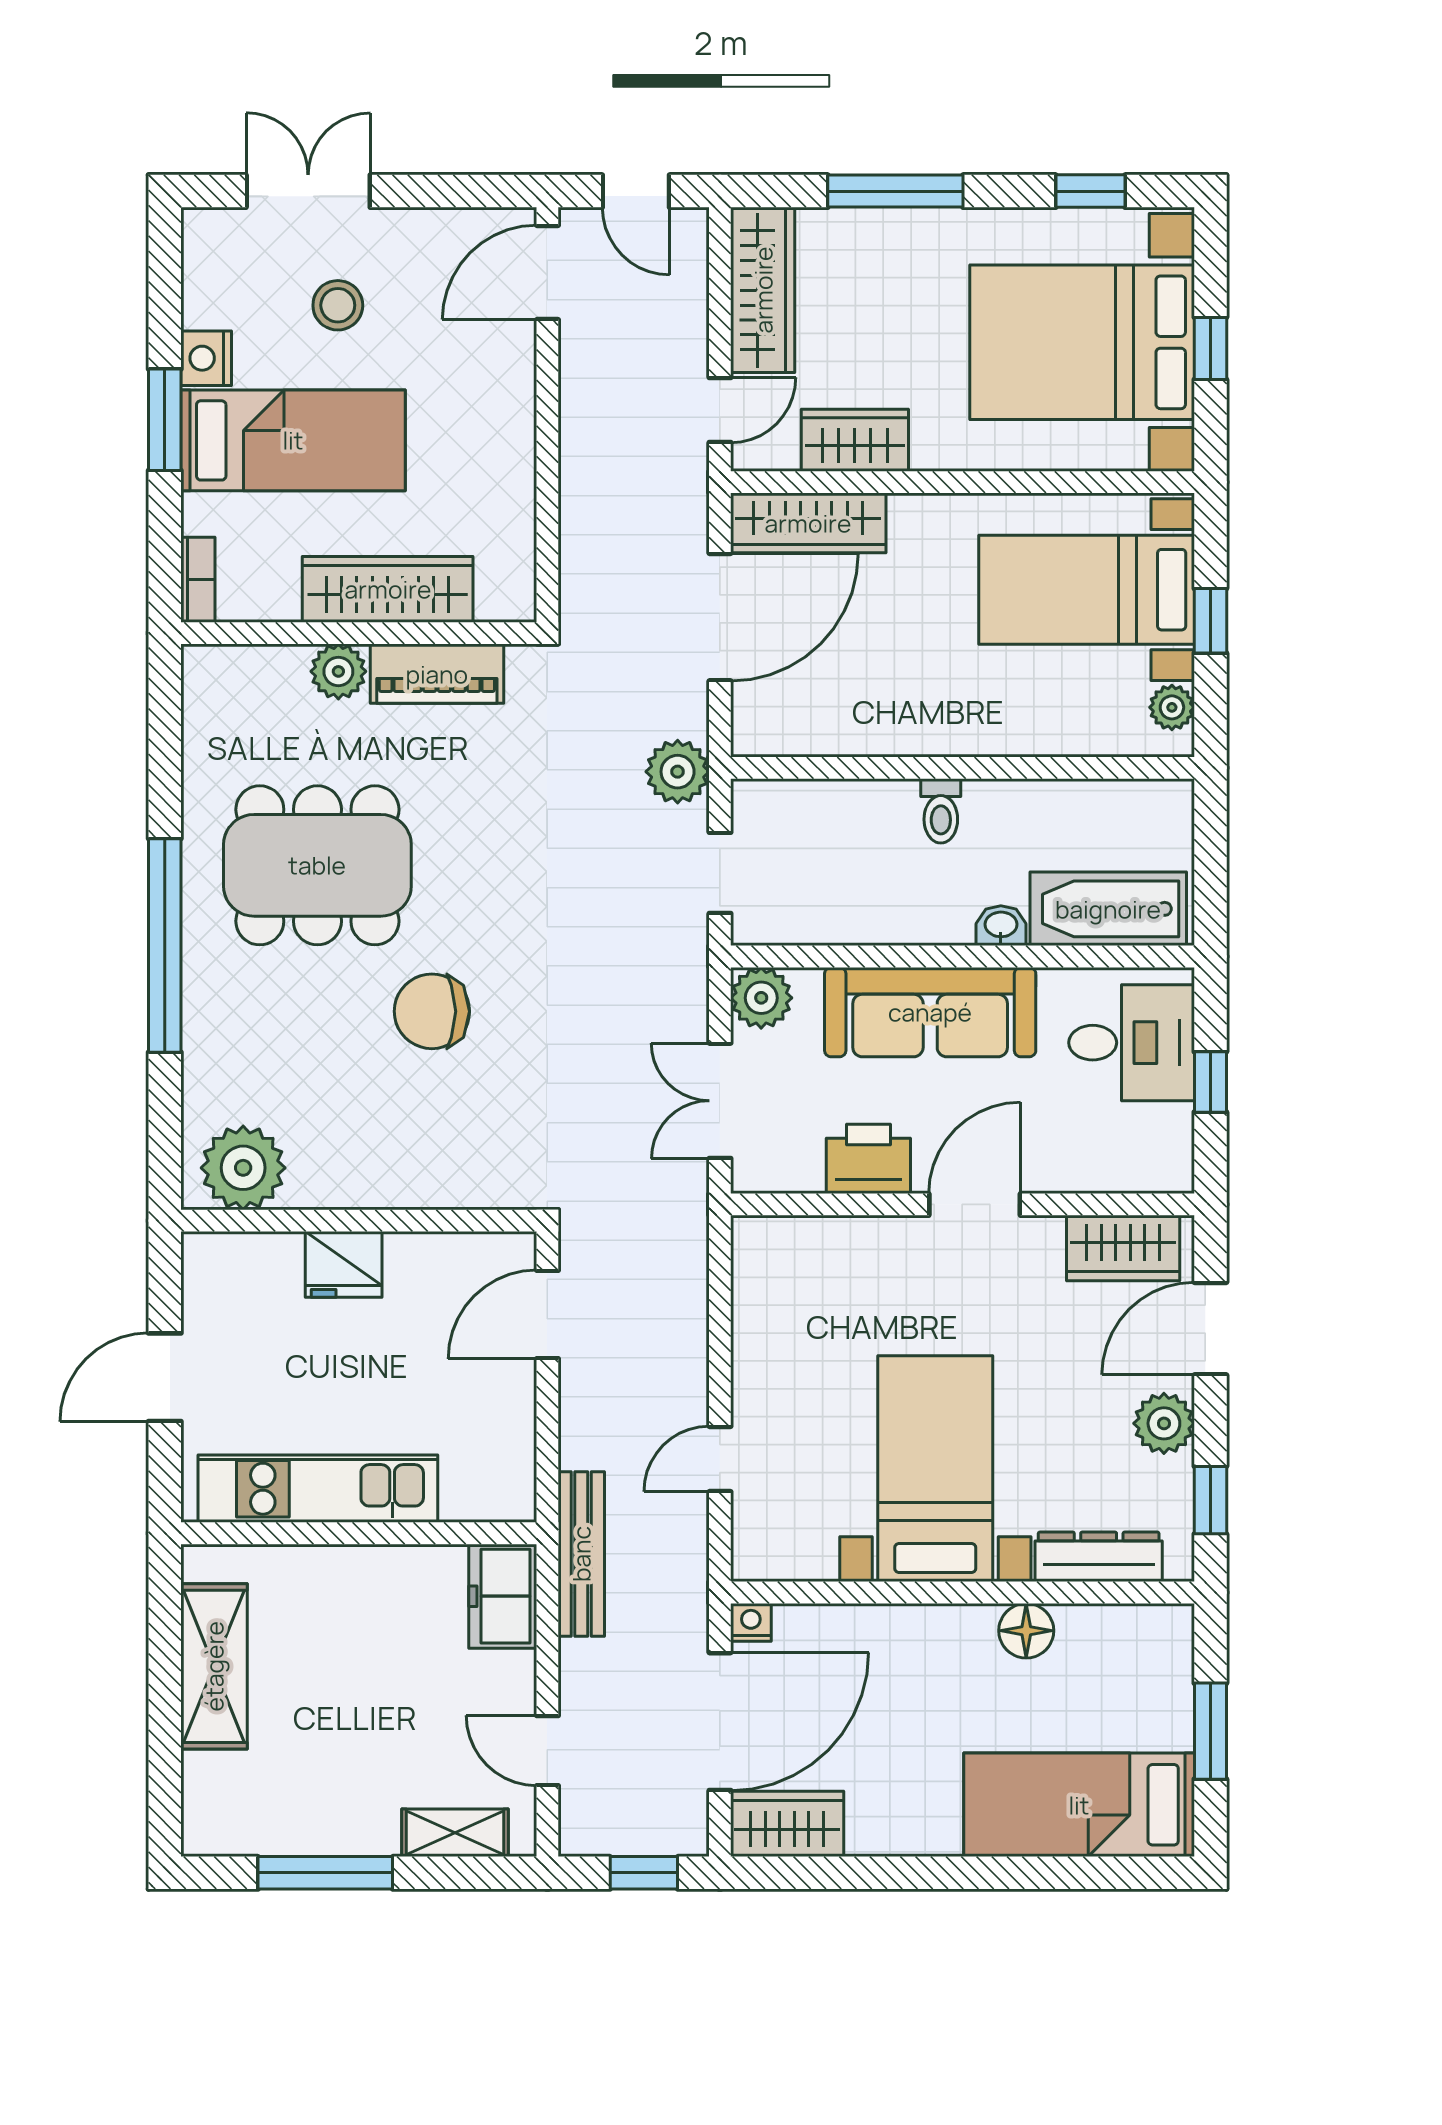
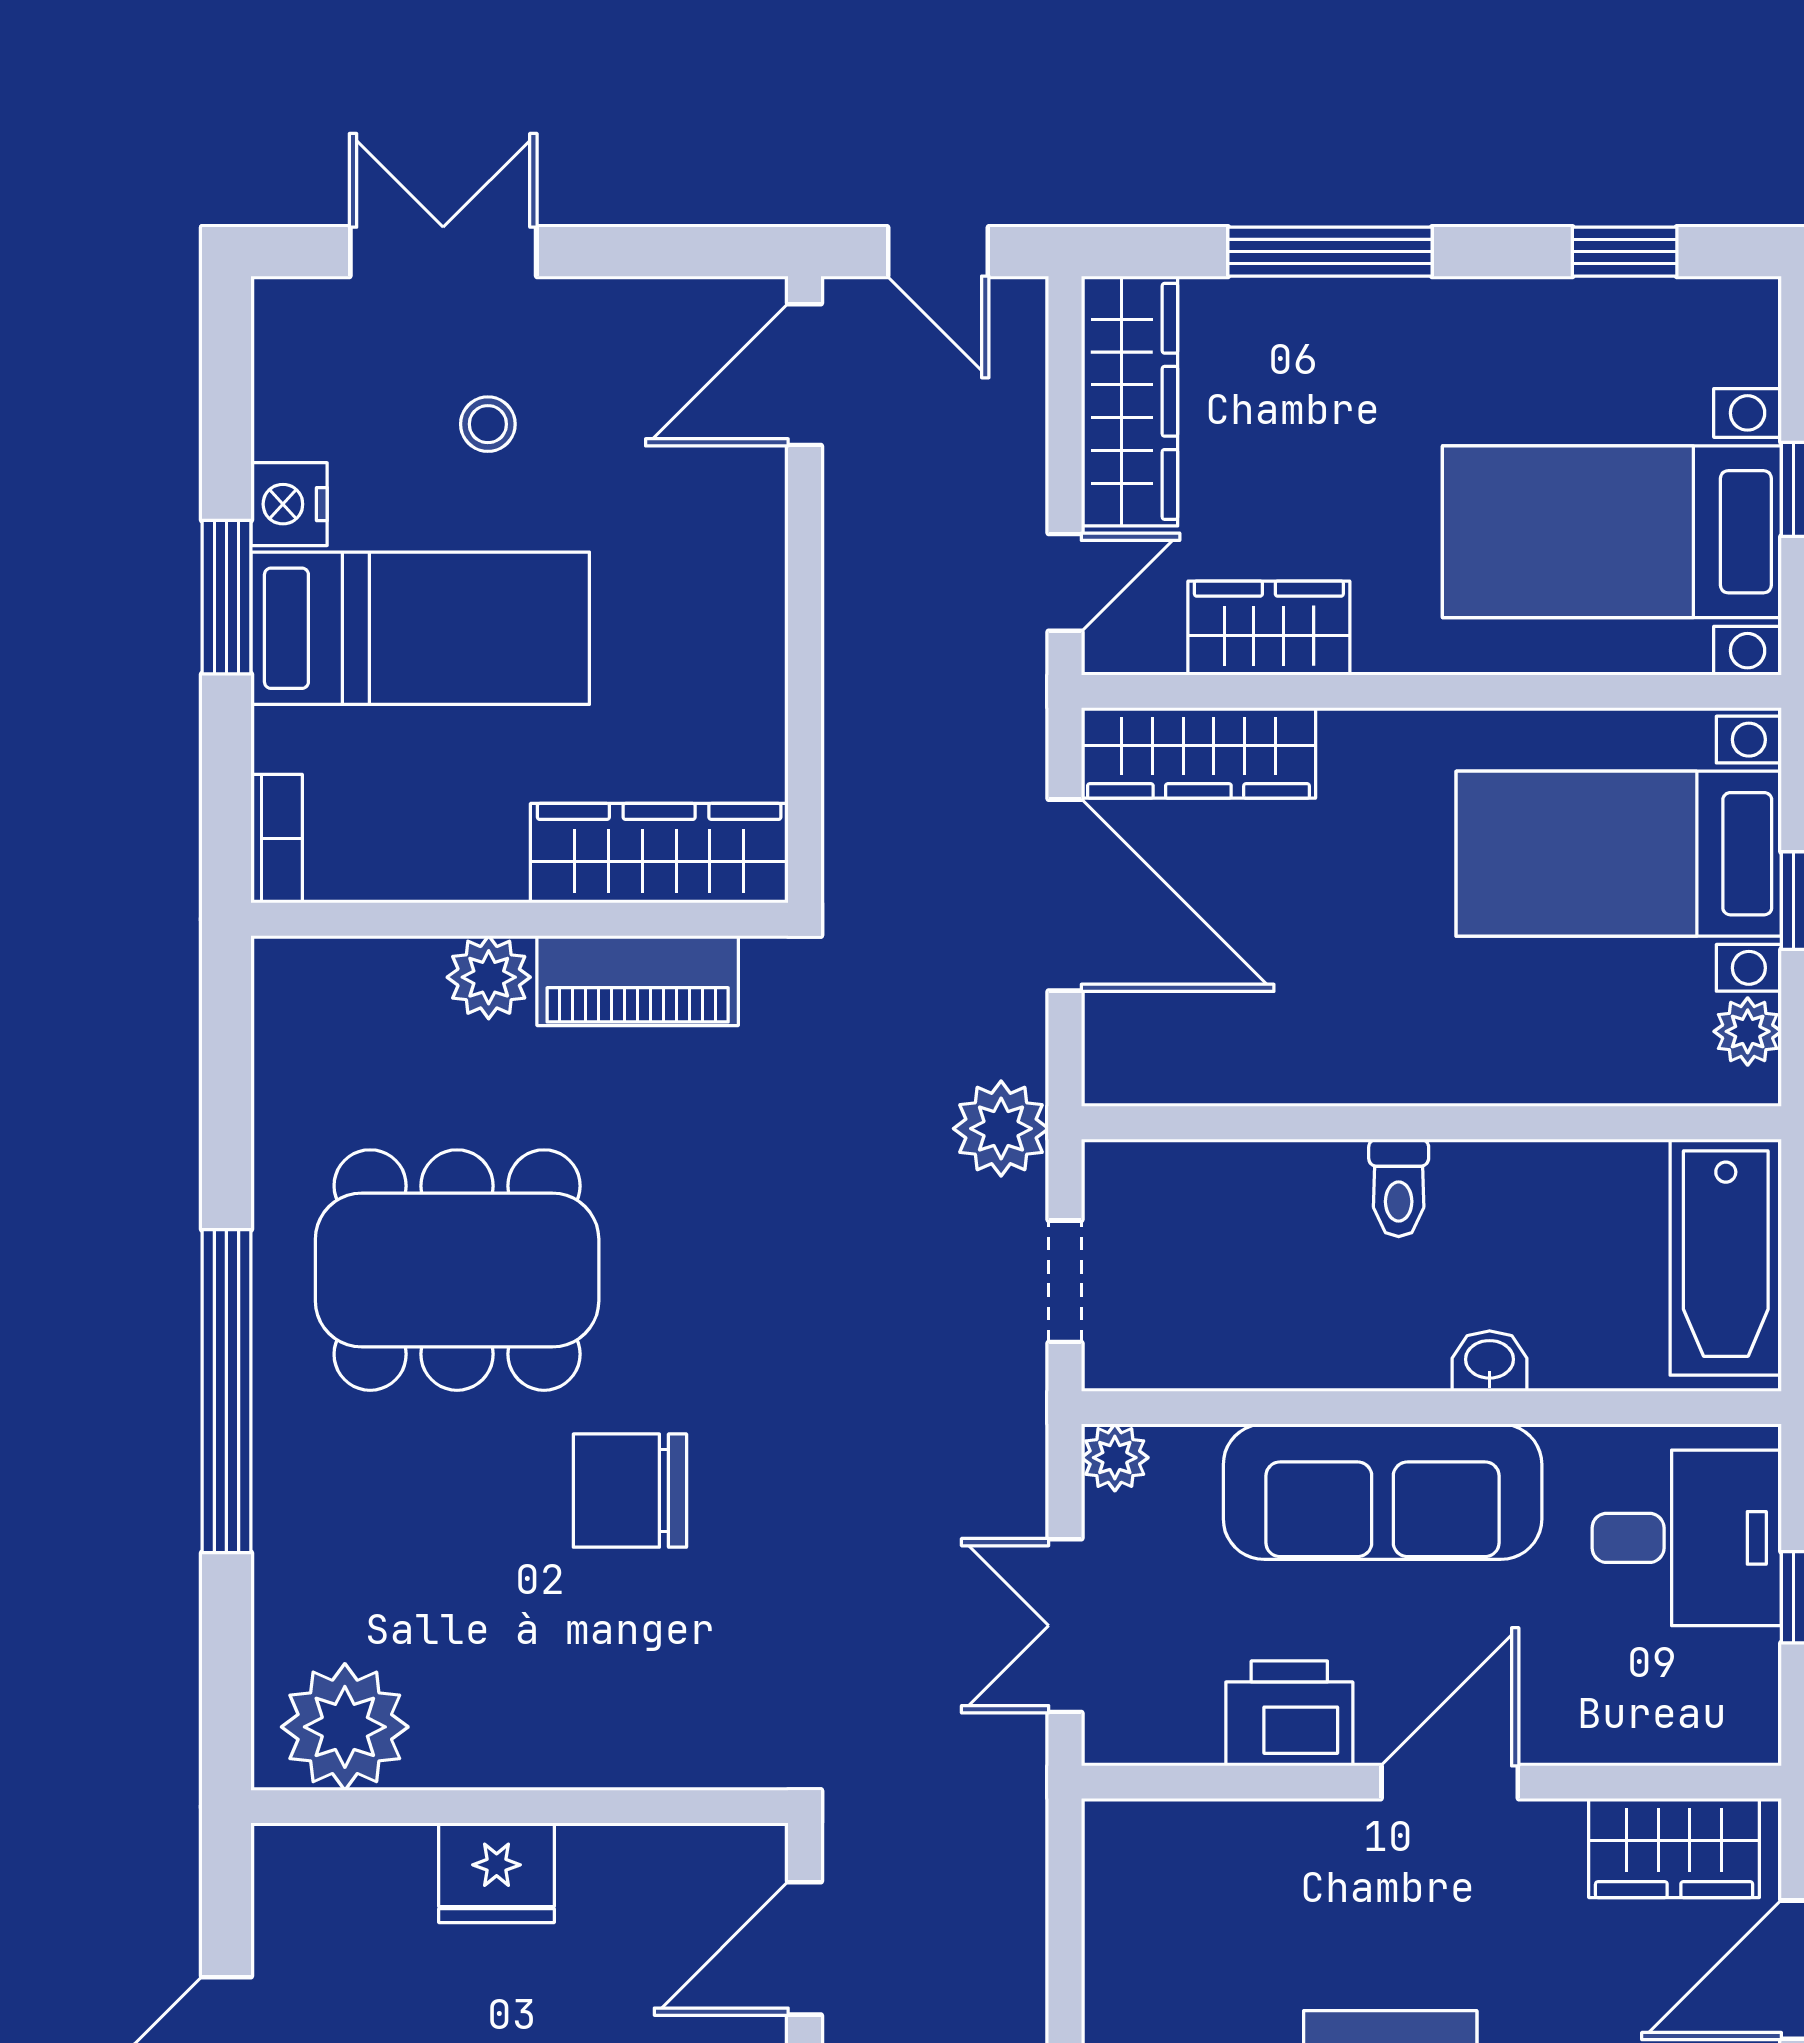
stool: (338, 305) -> (488, 424), width x0.73, depth x0.73
bed with nightstands: (1082, 342) -> (1612, 532), width x0.73
wardrobe: (388, 589) -> (659, 853), moved
door: (720, 617) -> (1065, 895), hinge flipped
bathtub: (1108, 909) -> (1726, 1257), moved, turned -90
plant: (761, 998) -> (1115, 1458), width x0.73, depth x0.73

